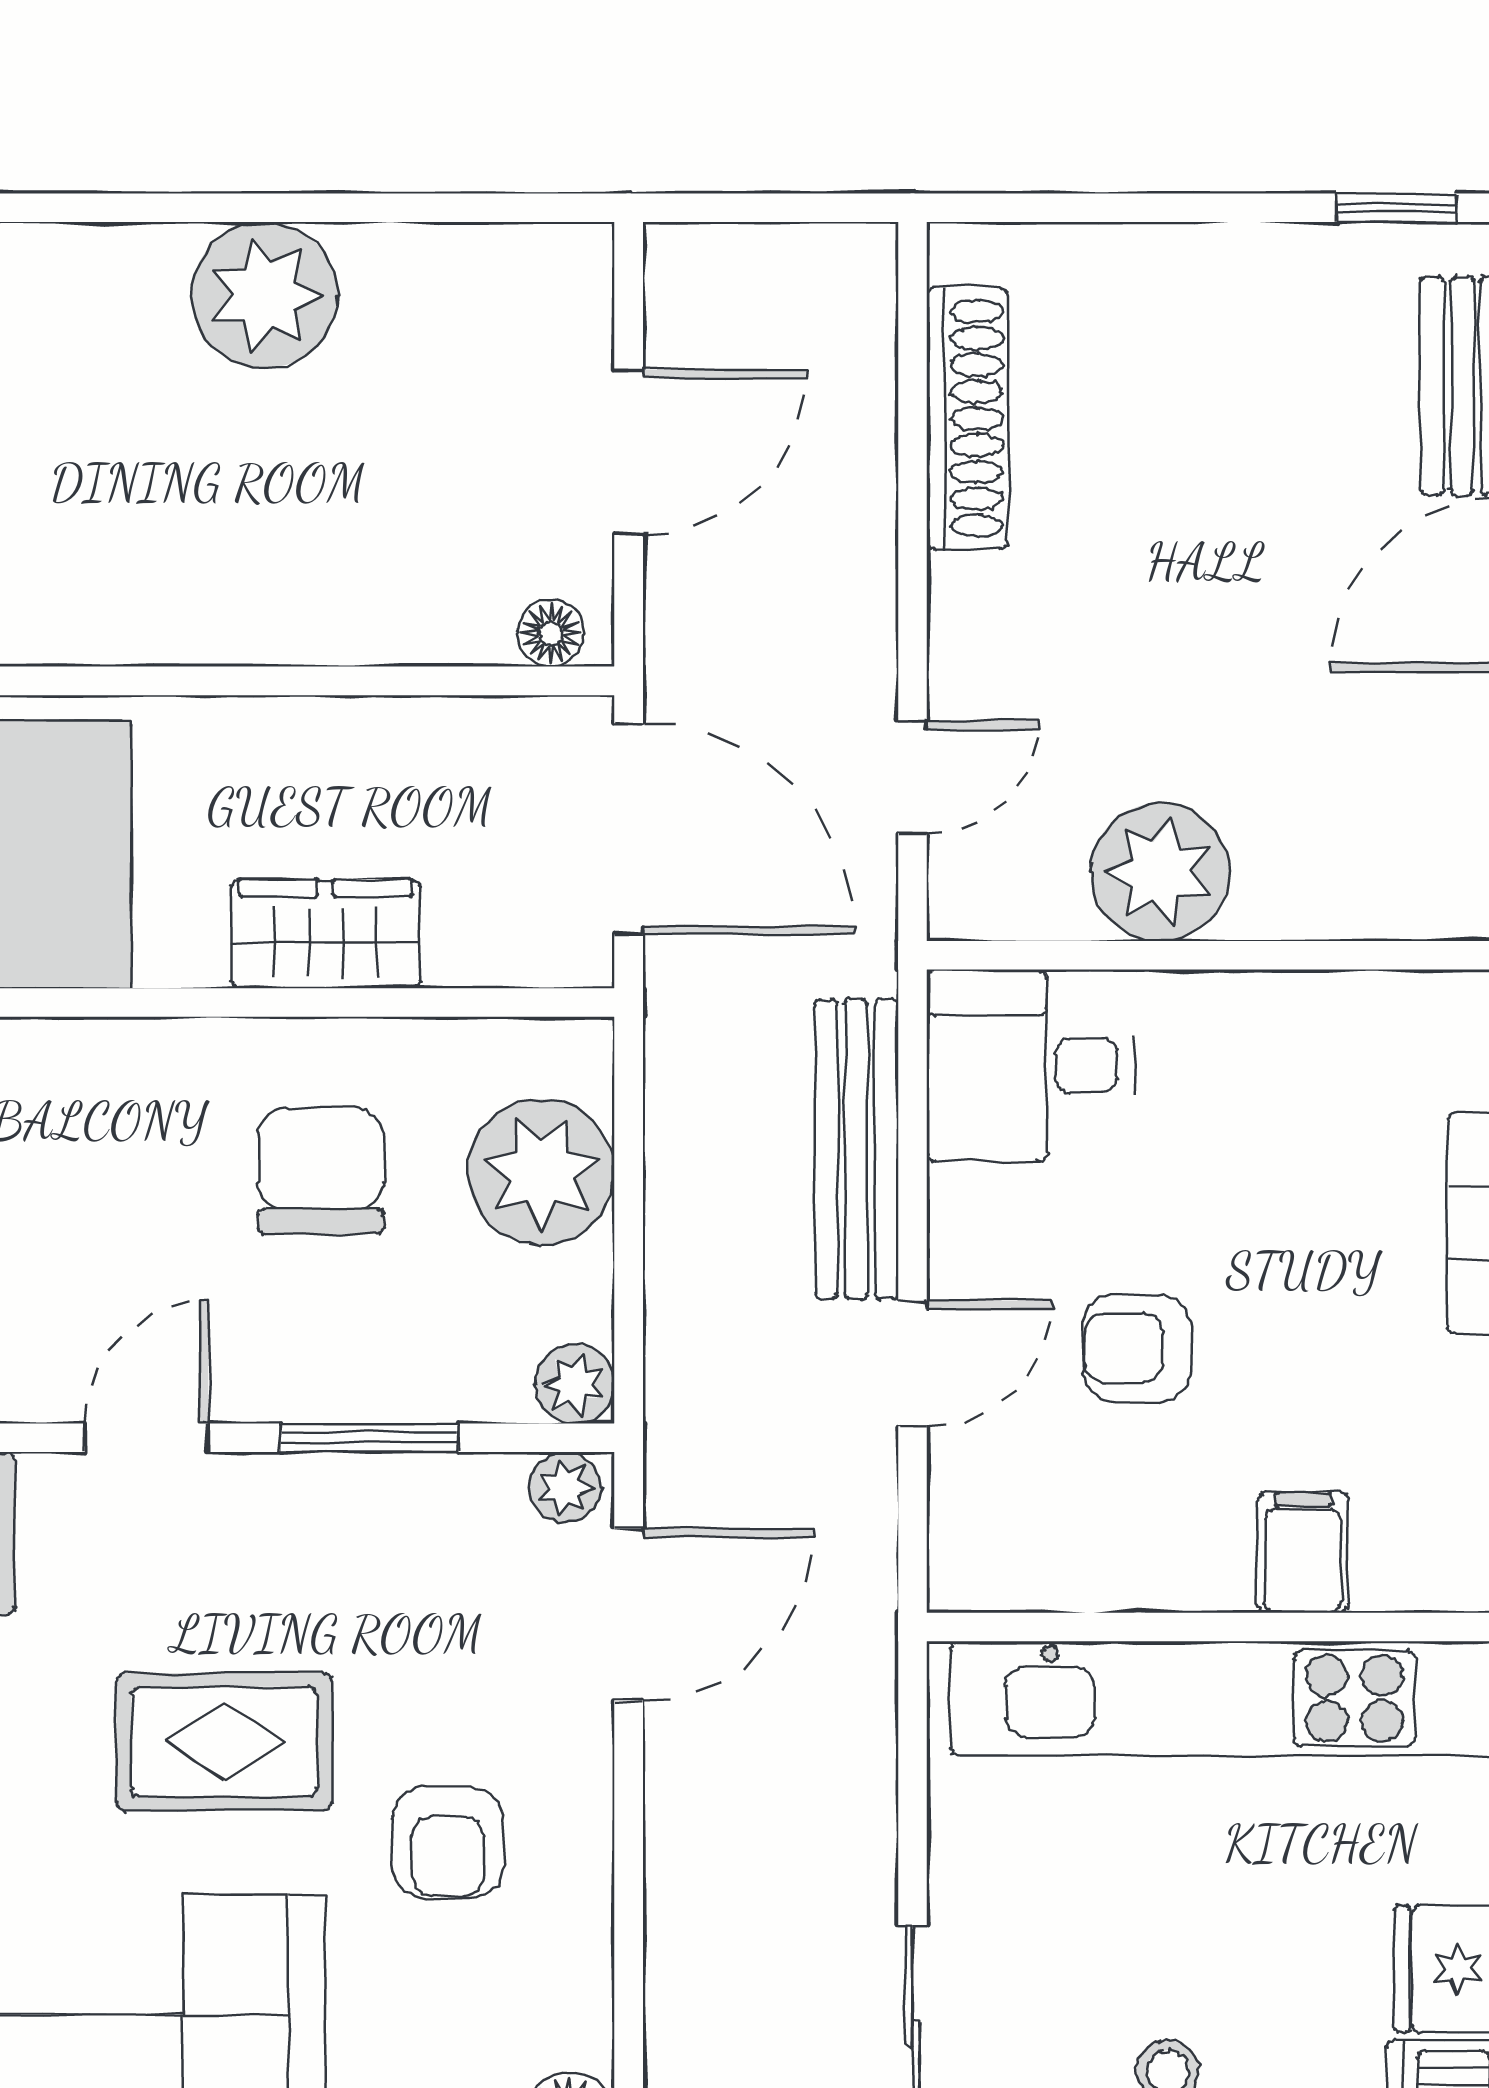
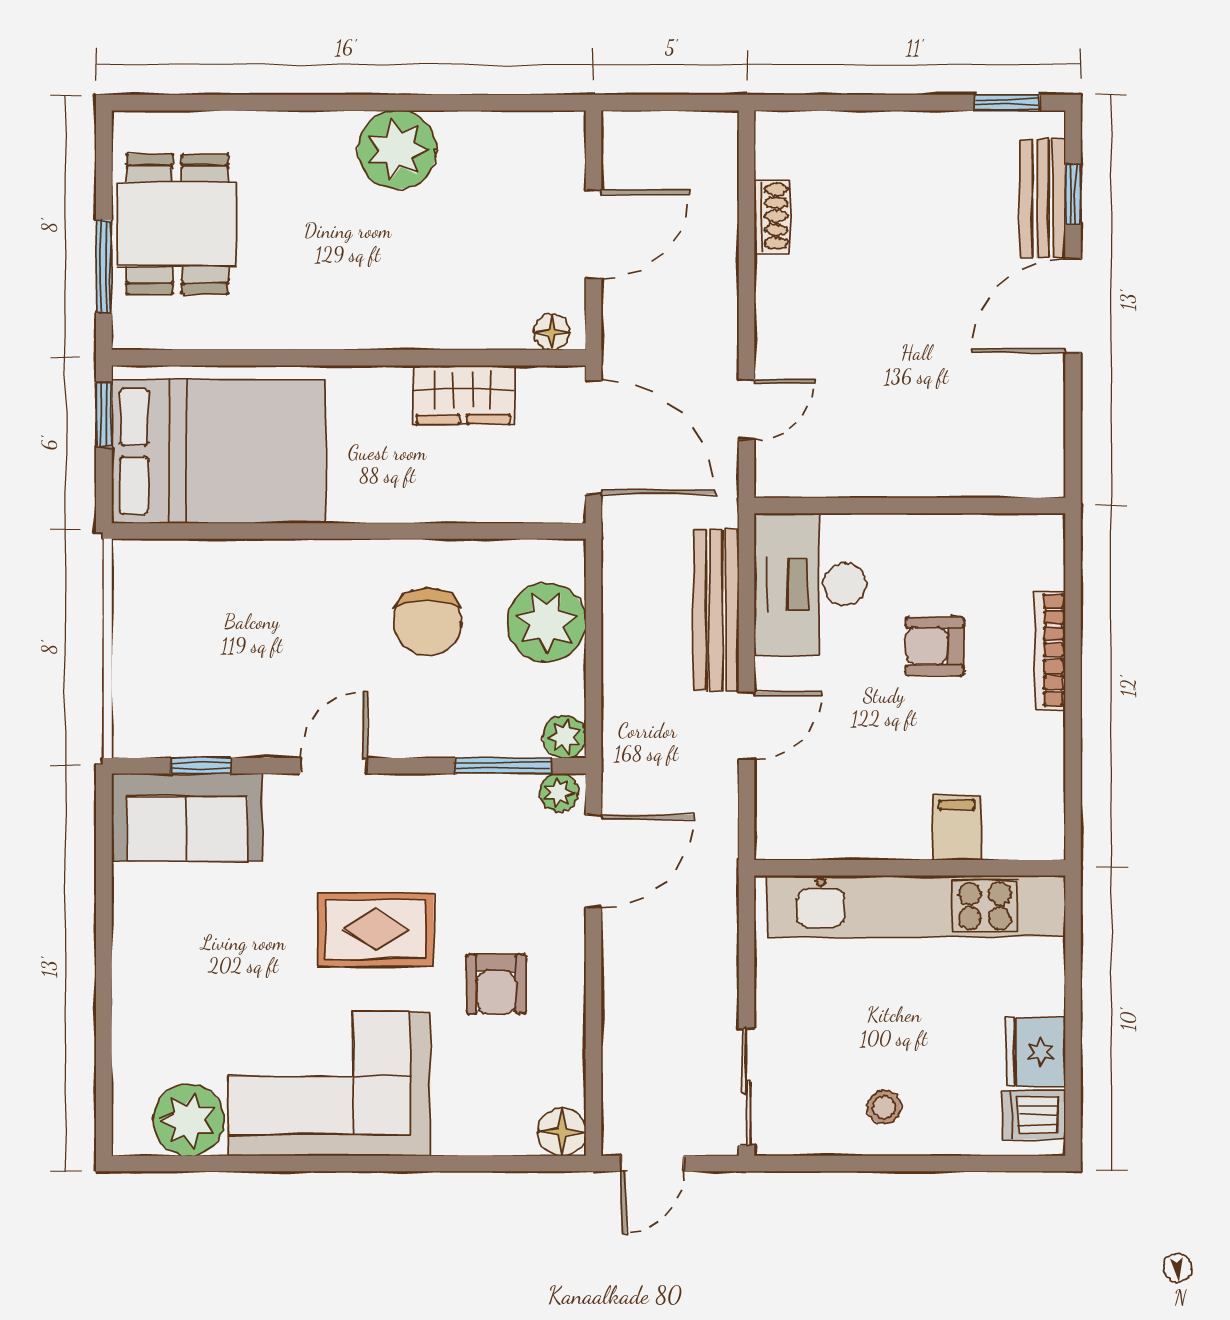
shoe rack: (967, 418) -> (772, 216), width x0.51, depth x0.81
plant: (1160, 872) -> (880, 461), removed
wardrobe: (325, 934) -> (463, 395), moved, turned 180
desk: (1030, 1065) -> (810, 584), width x1.37
chair: (321, 1171) -> (428, 622), turned 180
armchair: (1137, 1348) -> (935, 646), moved
window: (369, 1438) -> (503, 766), moved

